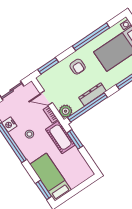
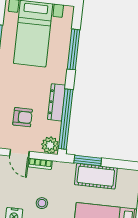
armchair: (78, 67) -> (23, 117), moved
door: (46, 98) -> (19, 154), hinge flipped
cot: (60, 137) -> (96, 176), moved

